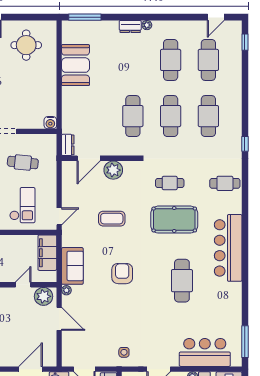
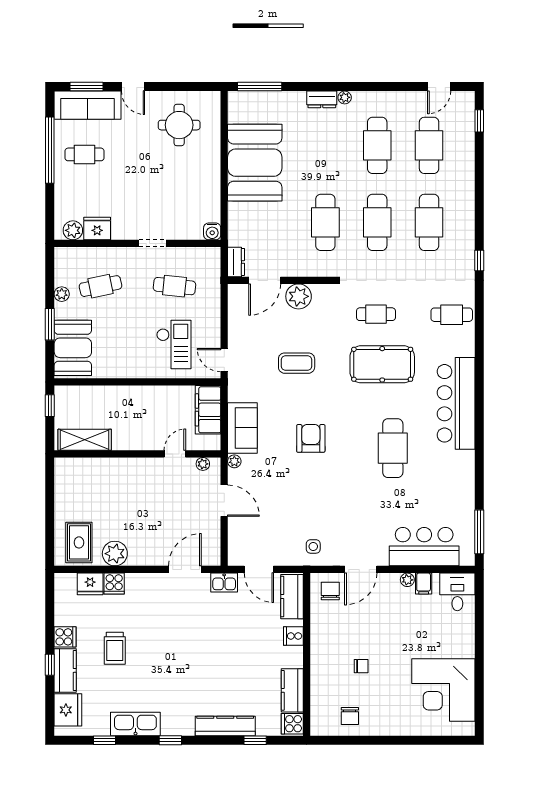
booth: (75, 65) -> (255, 163), width x1.36, depth x1.42
door: (59, 216) -> (224, 360), swing flipped
plant: (43, 296) -> (203, 464), width x0.53, depth x0.53

